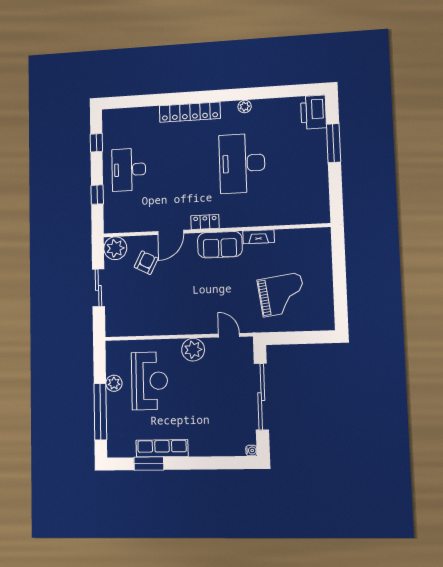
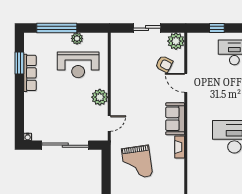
locker: (205, 222) -> (192, 108), removed

